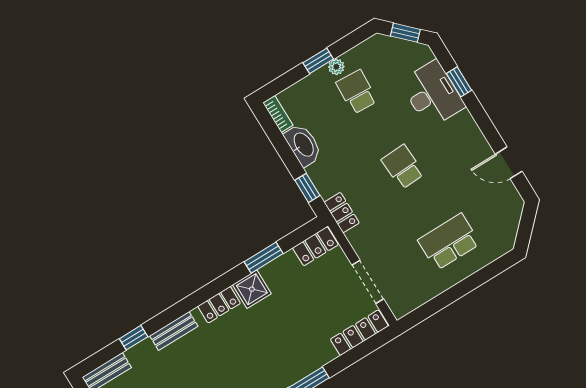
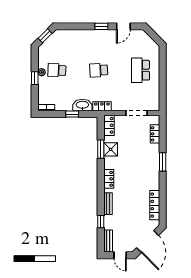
window: (459, 82) -> (101, 26), moved
desk: (432, 94) -> (77, 40), removed
washbasin: (303, 145) -> (82, 105), moved
window: (307, 188) -> (72, 114), moved
shower: (252, 289) -> (111, 149), moved
locker: (359, 333) -> (155, 134), width x0.66

